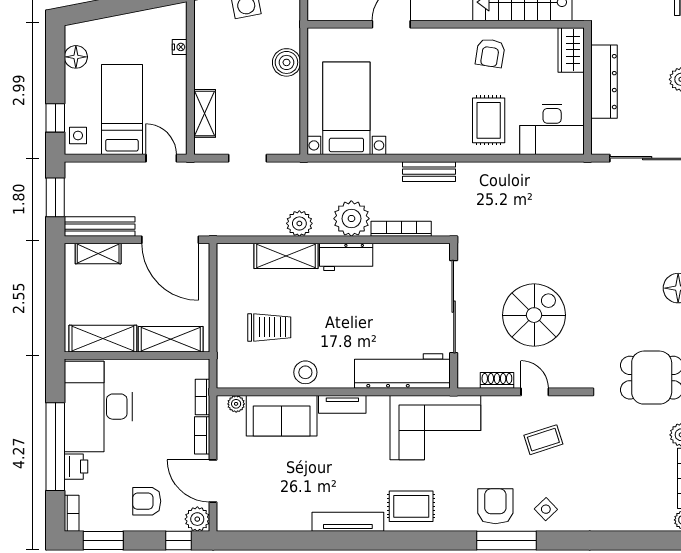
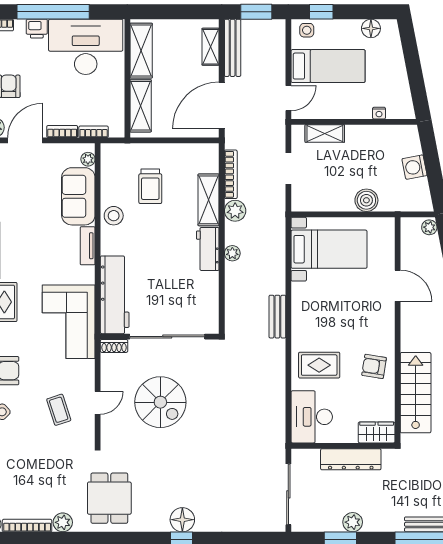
plant: (351, 219) -> (232, 253), width x0.53, depth x0.53
bookcase: (401, 229) -> (231, 174), moved
shoe rack: (497, 380) -> (114, 346), moved, turned 90

